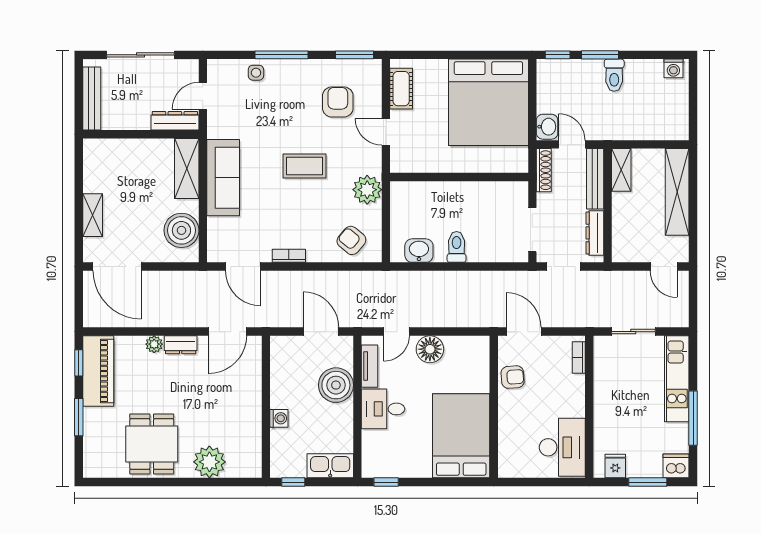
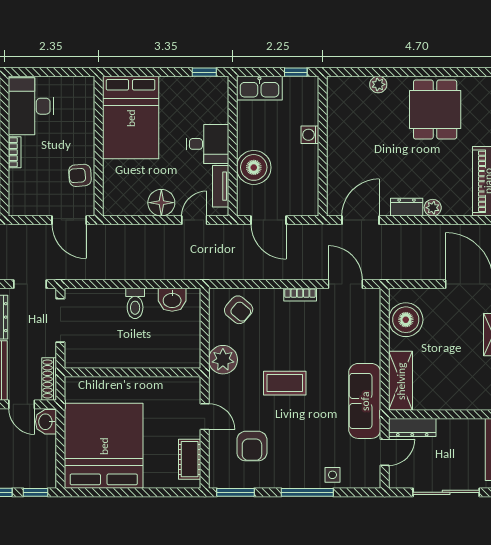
sofa: (223, 178) -> (365, 401), moved
bookcase: (579, 358) -> (15, 152), moved
plant: (209, 462) -> (378, 84), width x0.53, depth x0.53

